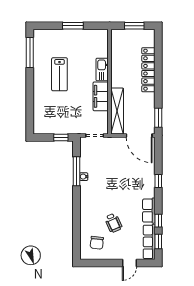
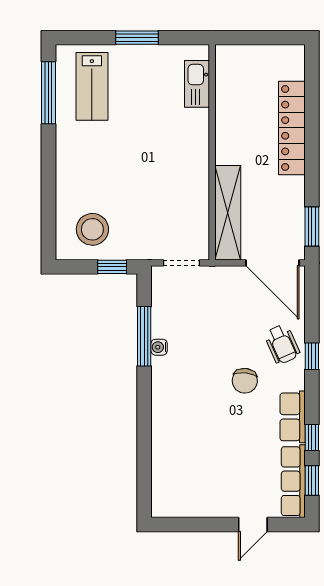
window: (134, 26) -> (262, 38), removed
kitchen sink: (102, 70) -> (197, 84), moved
lab bench: (59, 74) -> (92, 86), moved
filing cabinet: (101, 96) -> (194, 183), removed
stool: (51, 119) -> (92, 229), added
wheelchair: (113, 223) -> (282, 344), moved
chair: (97, 243) -> (245, 381), moved

